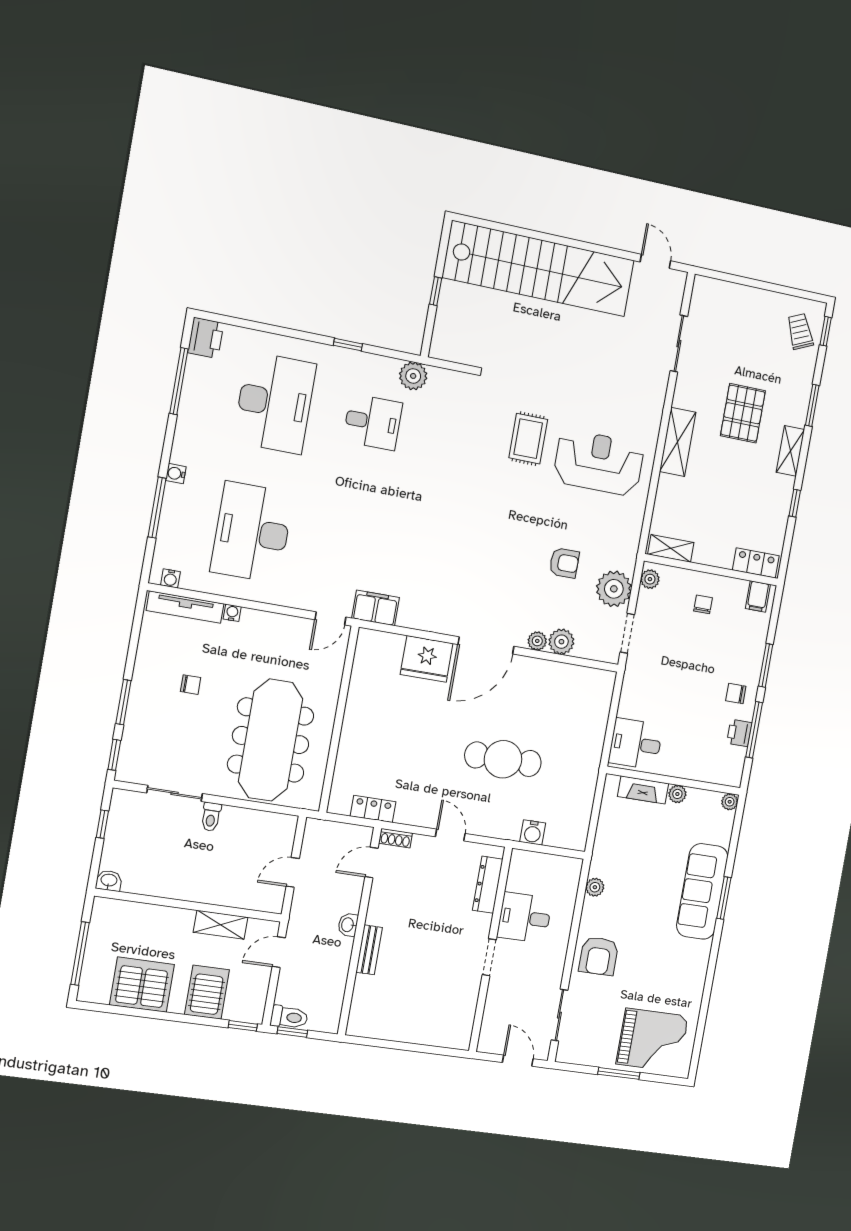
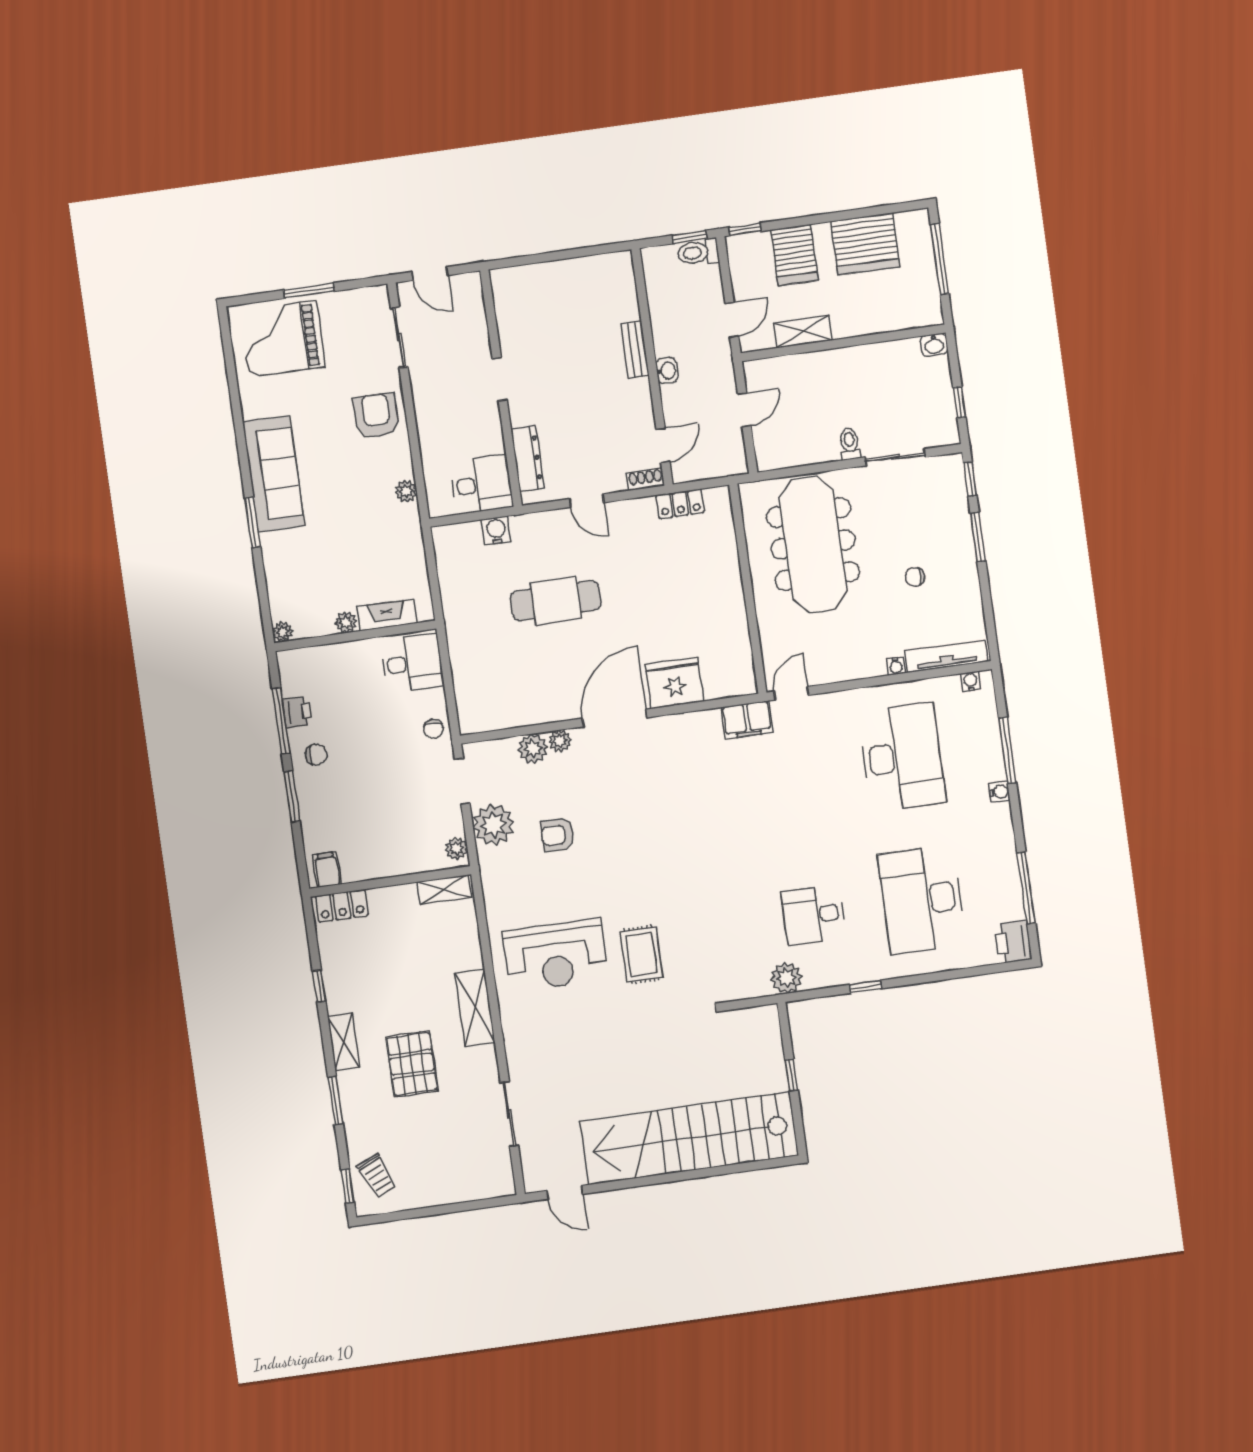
chair: (703, 604) -> (433, 729), moved
sofa: (702, 891) -> (274, 474), moved
desk: (525, 918) -> (482, 484), moved

